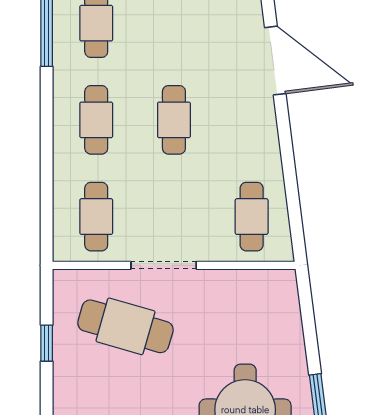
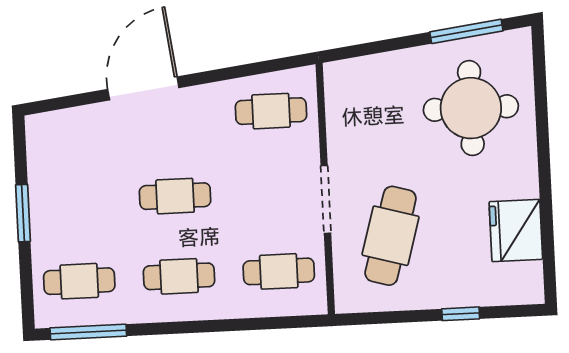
door: (275, 61) -> (143, 88), moved
window: (47, 343) -> (461, 314), moved

